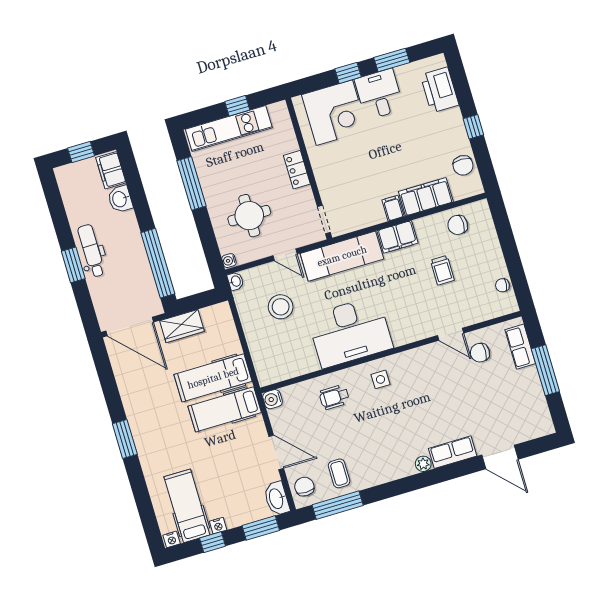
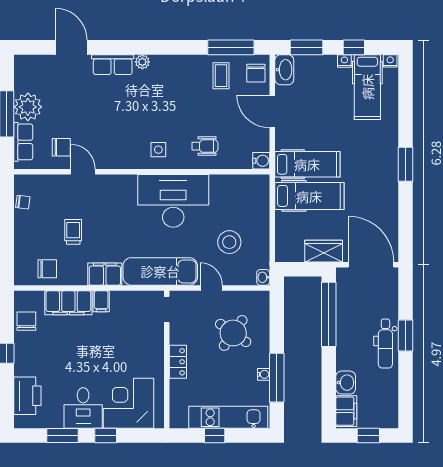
round table: (249, 216) -> (233, 333), turned 35
water cooler: (229, 261) -> (264, 374), moved
plant: (526, 383) -> (28, 107), added

